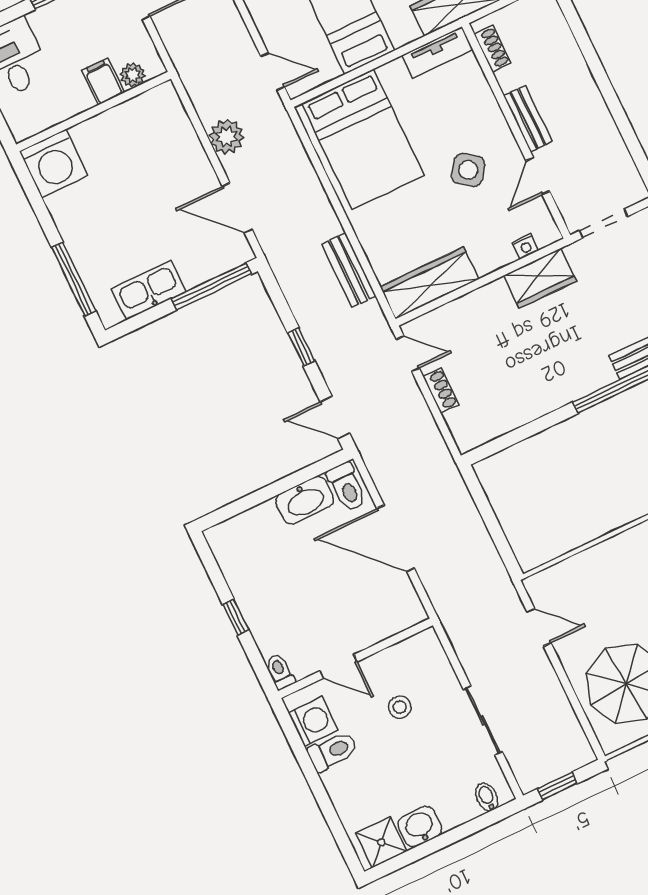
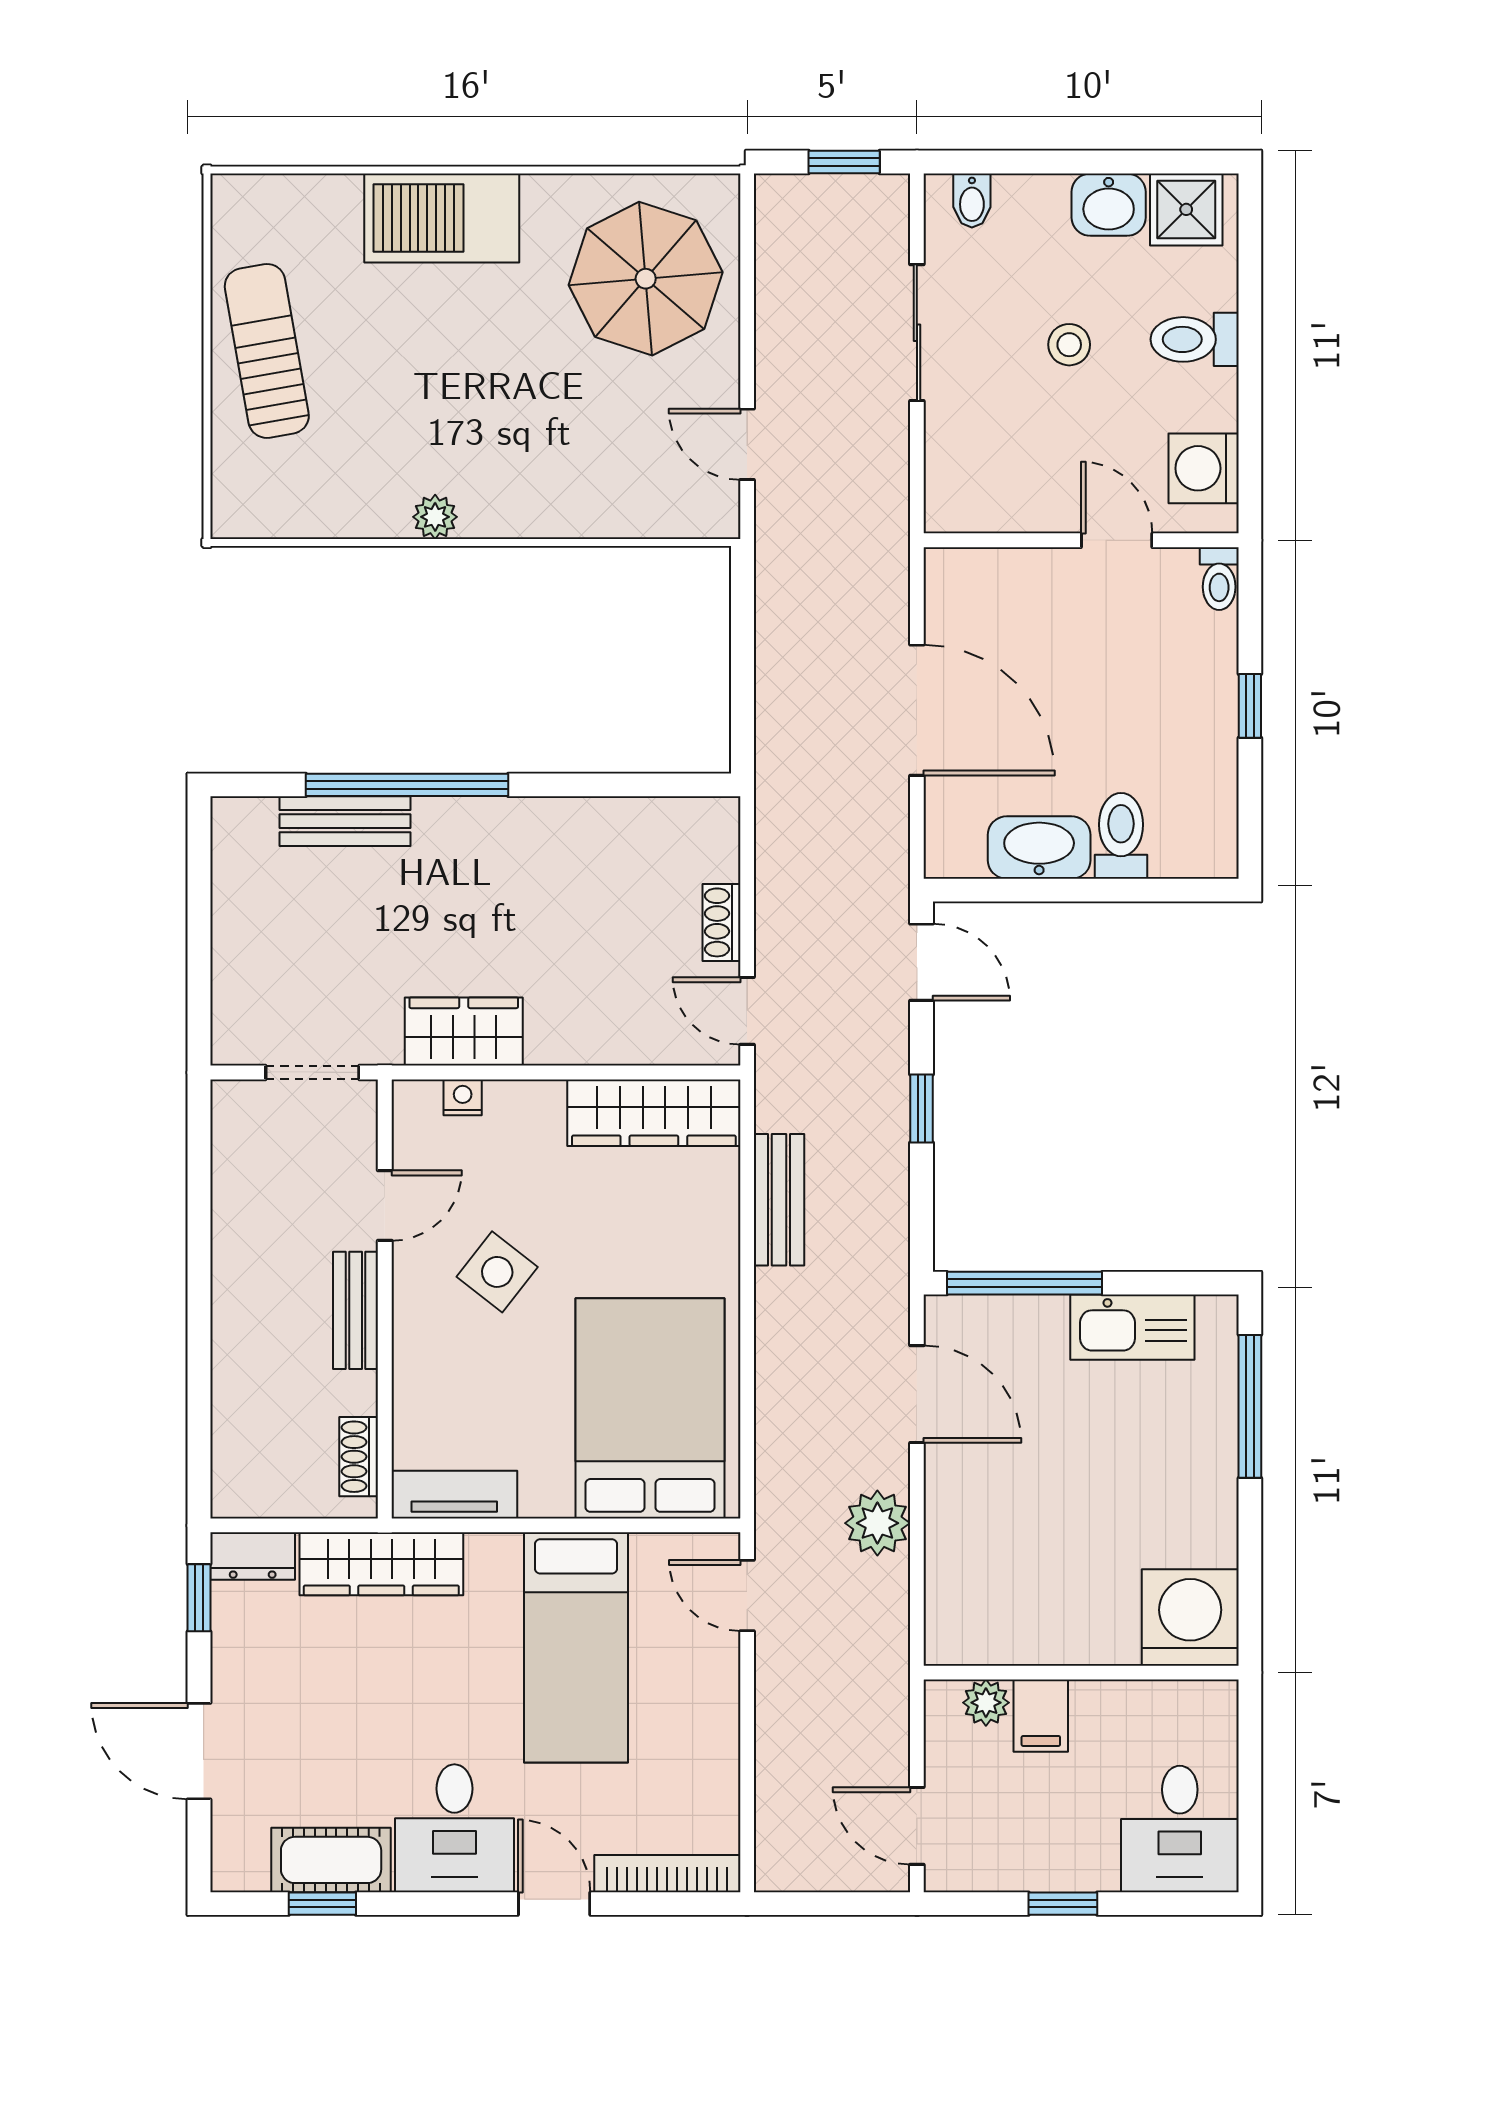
toilet: (347, 487) -> (1121, 836), moved
stool: (400, 707) -> (1069, 345), moved
toilet: (333, 751) -> (1195, 339), moved

